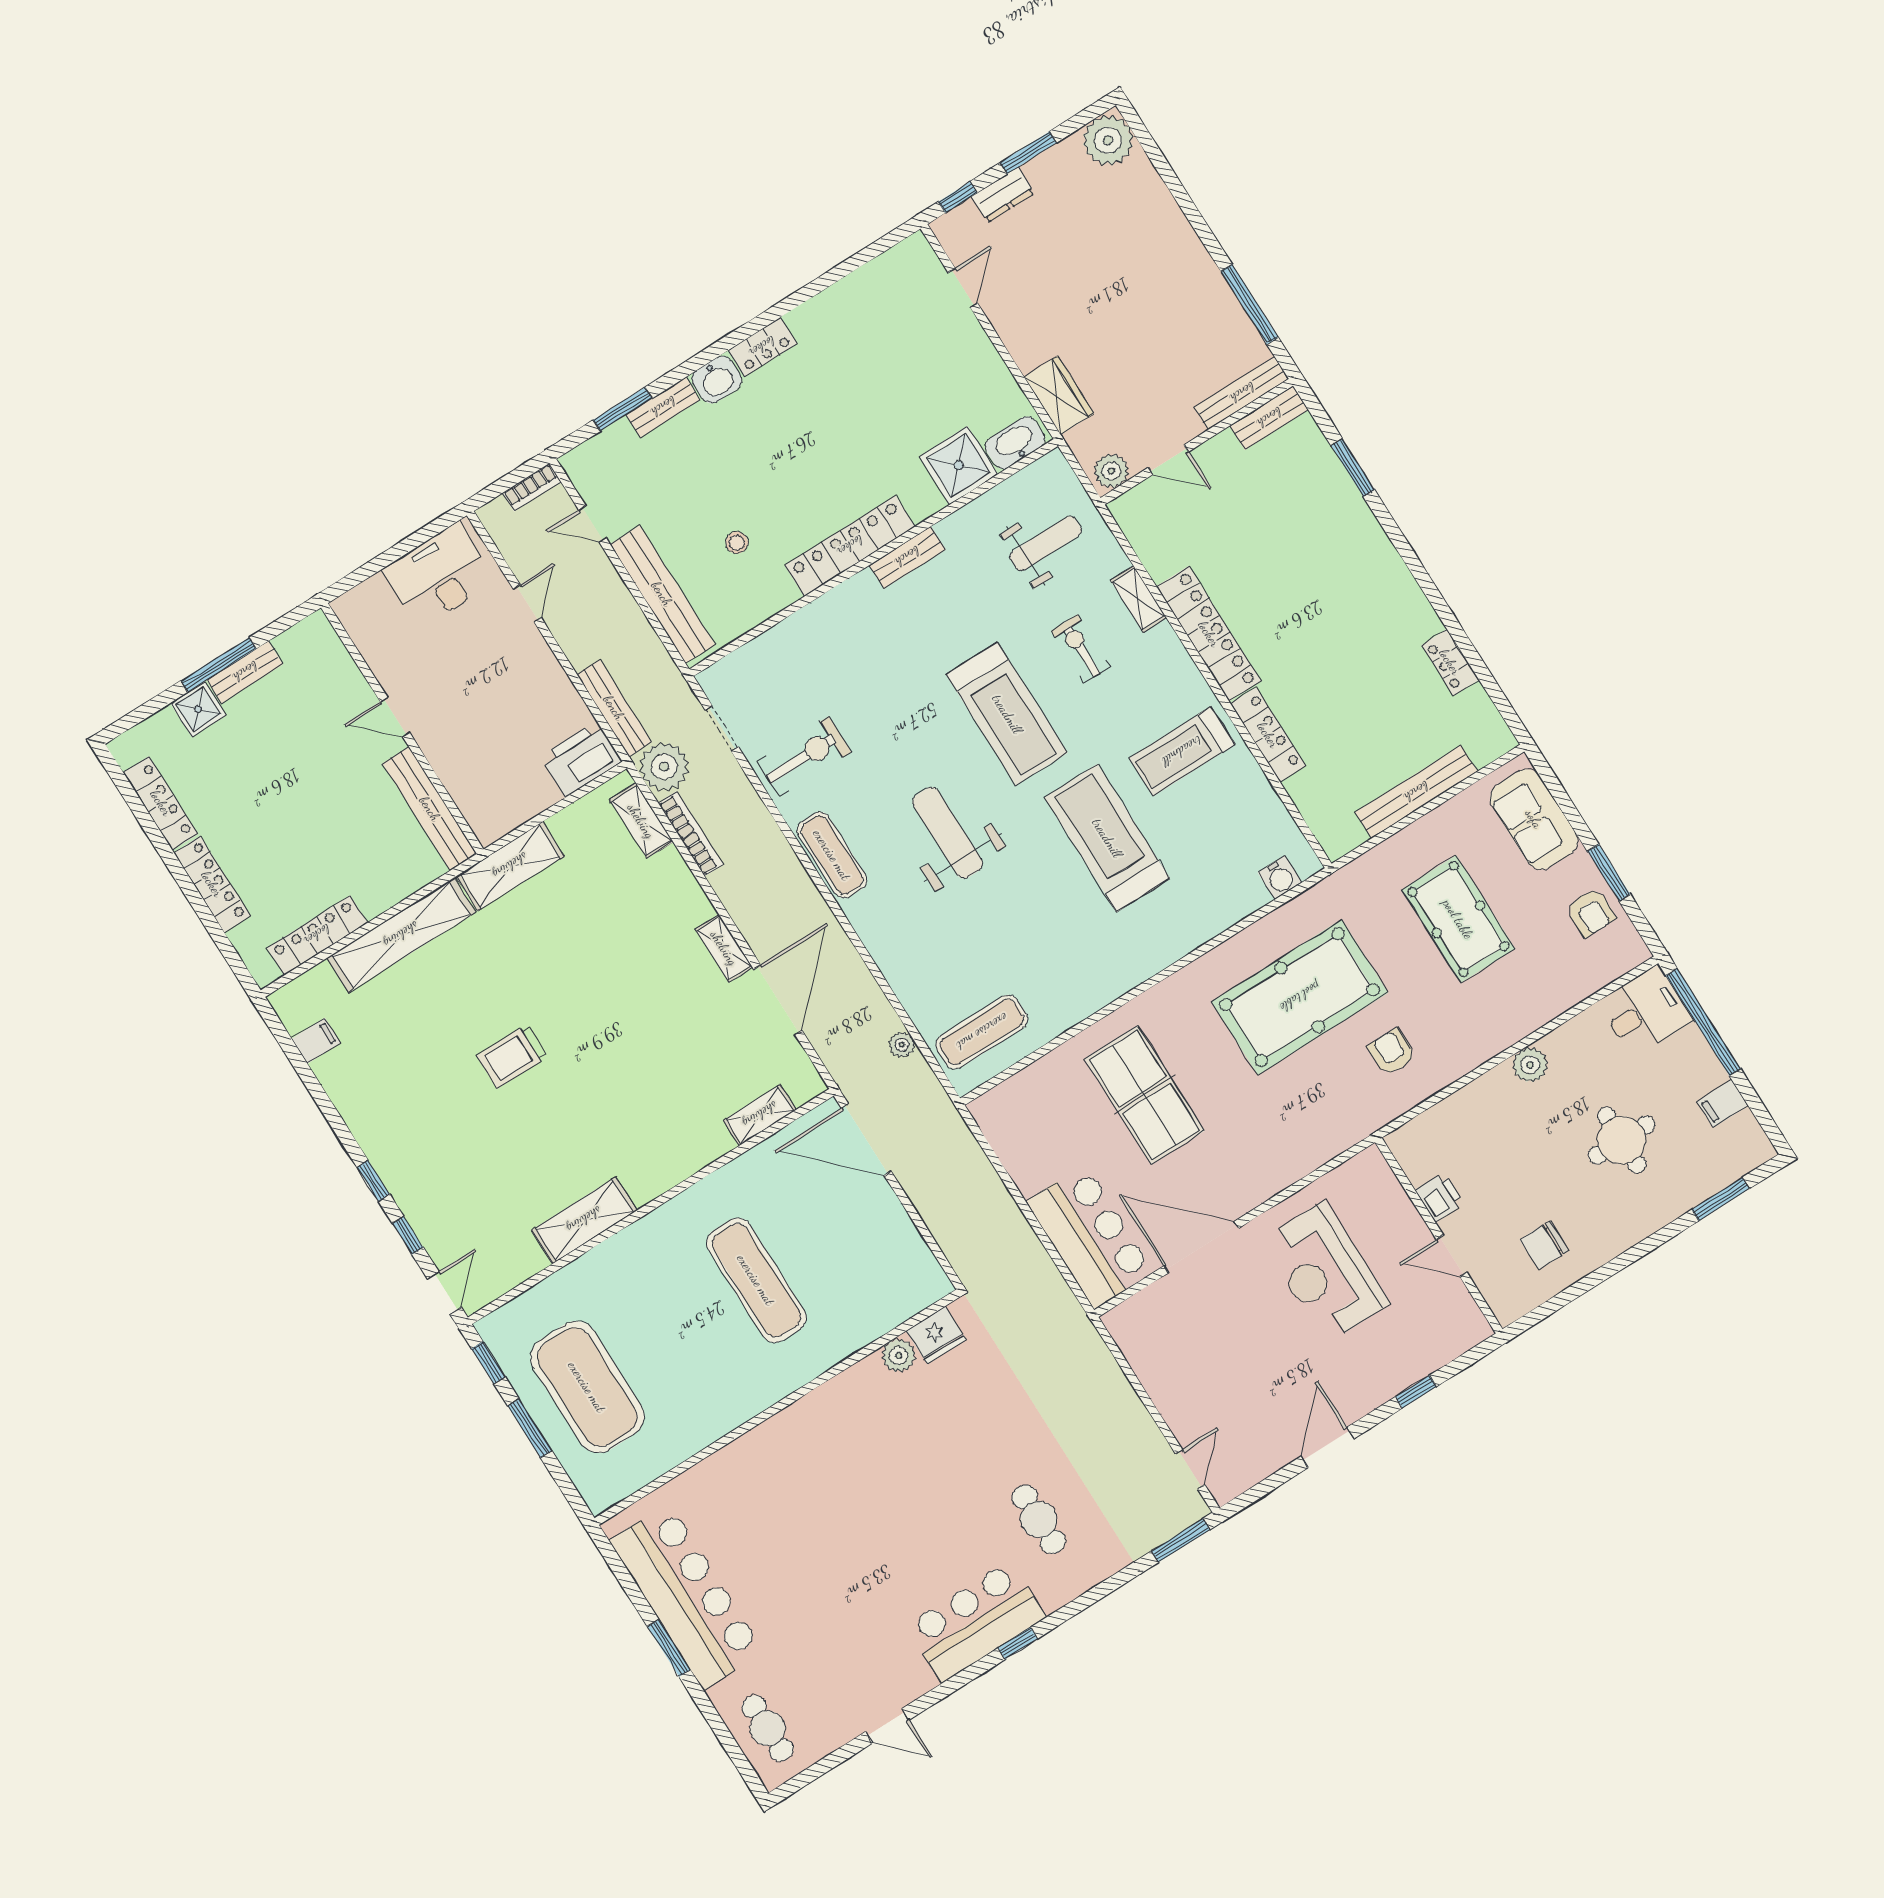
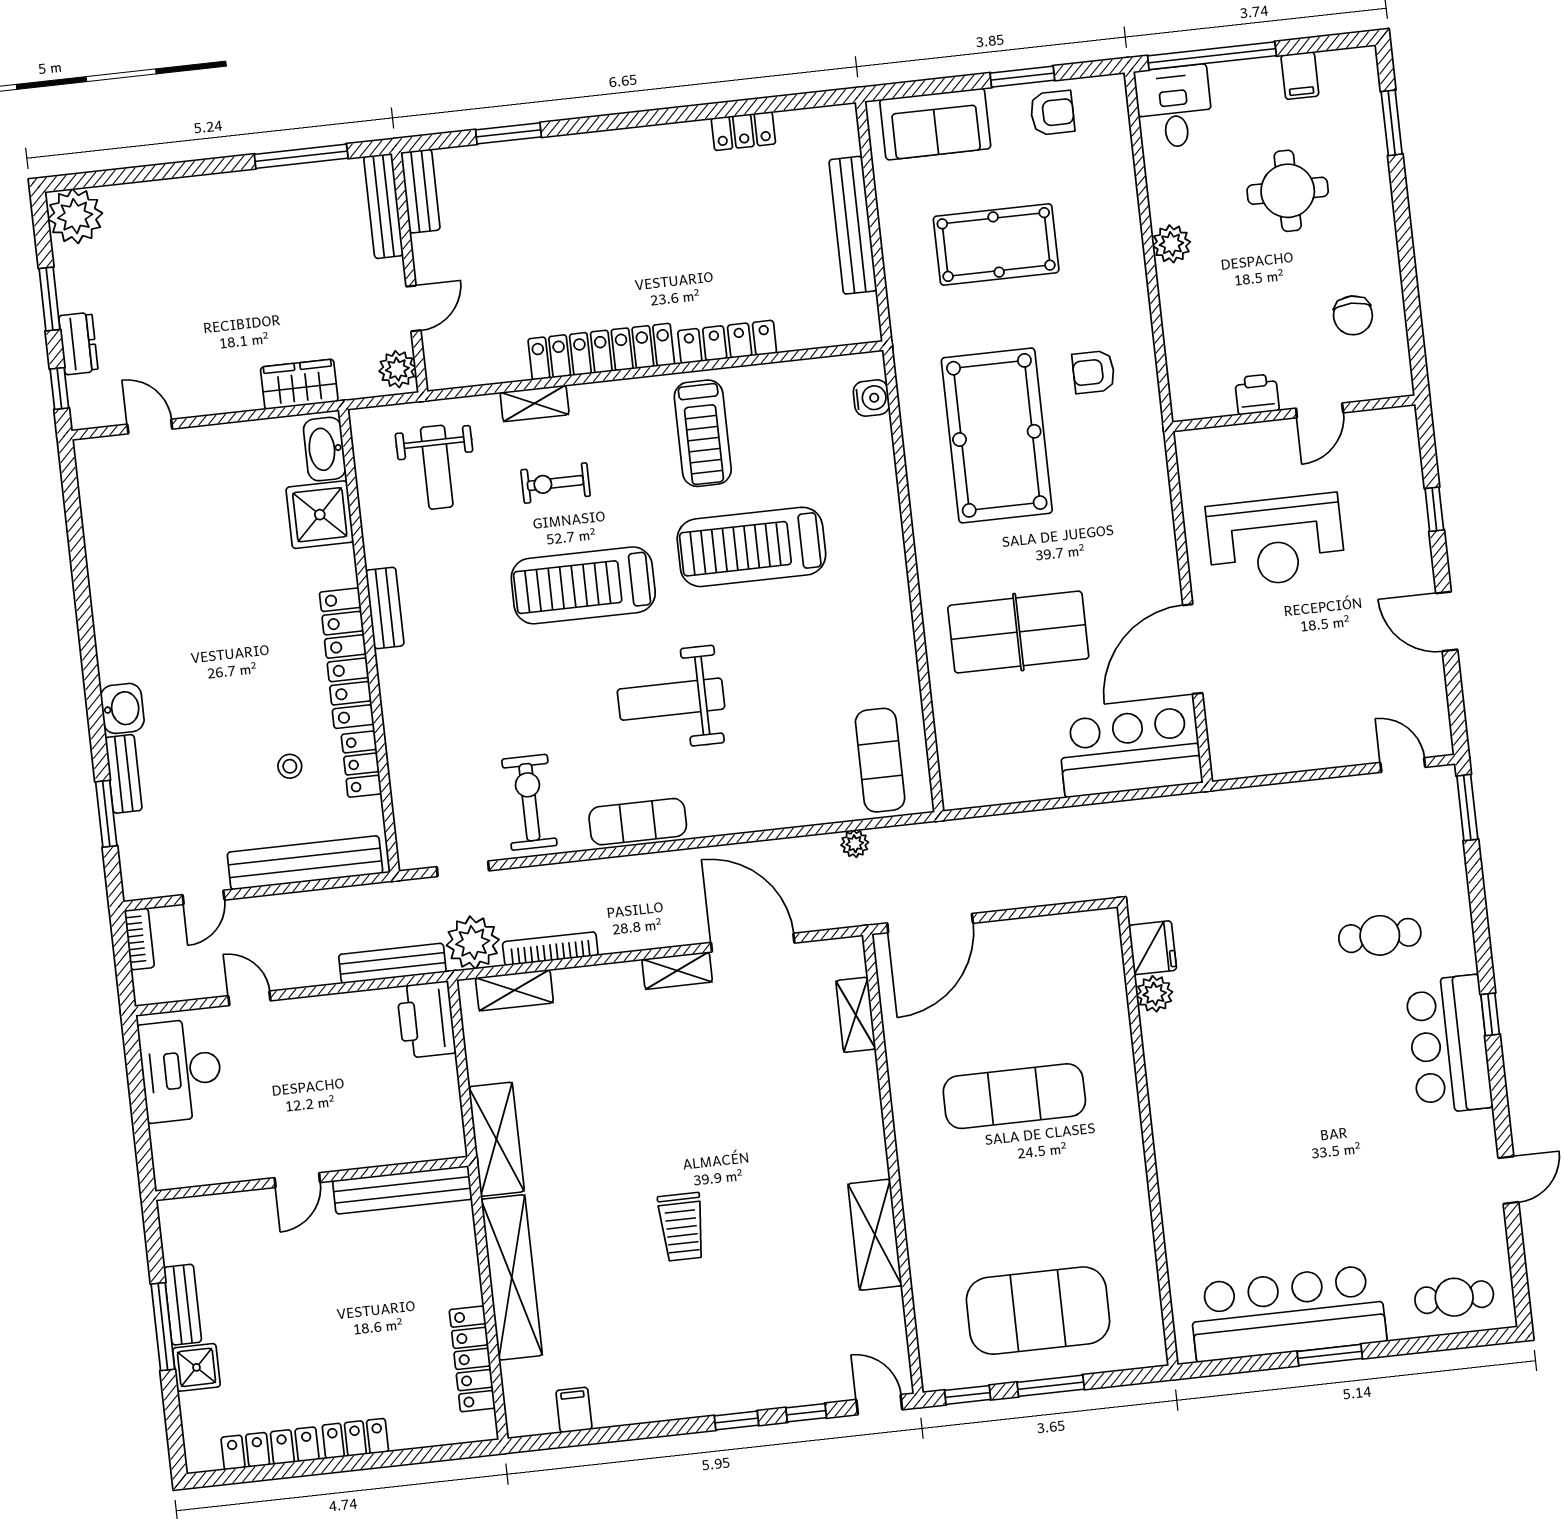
locker: (762, 347) -> (361, 764), moved, turned 180
weight bench: (1046, 544) -> (437, 467), turned 180
treadmill: (1007, 714) -> (583, 585), turned 180
locker: (212, 884) -> (355, 1439), width x0.66

